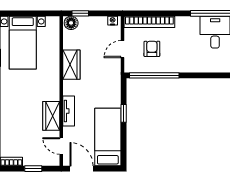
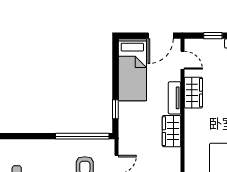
wardrobe: (71, 65) -> (172, 131), moved
window: (124, 113) -> (115, 109), moved
door: (82, 169) -> (161, 36), hinge flipped

